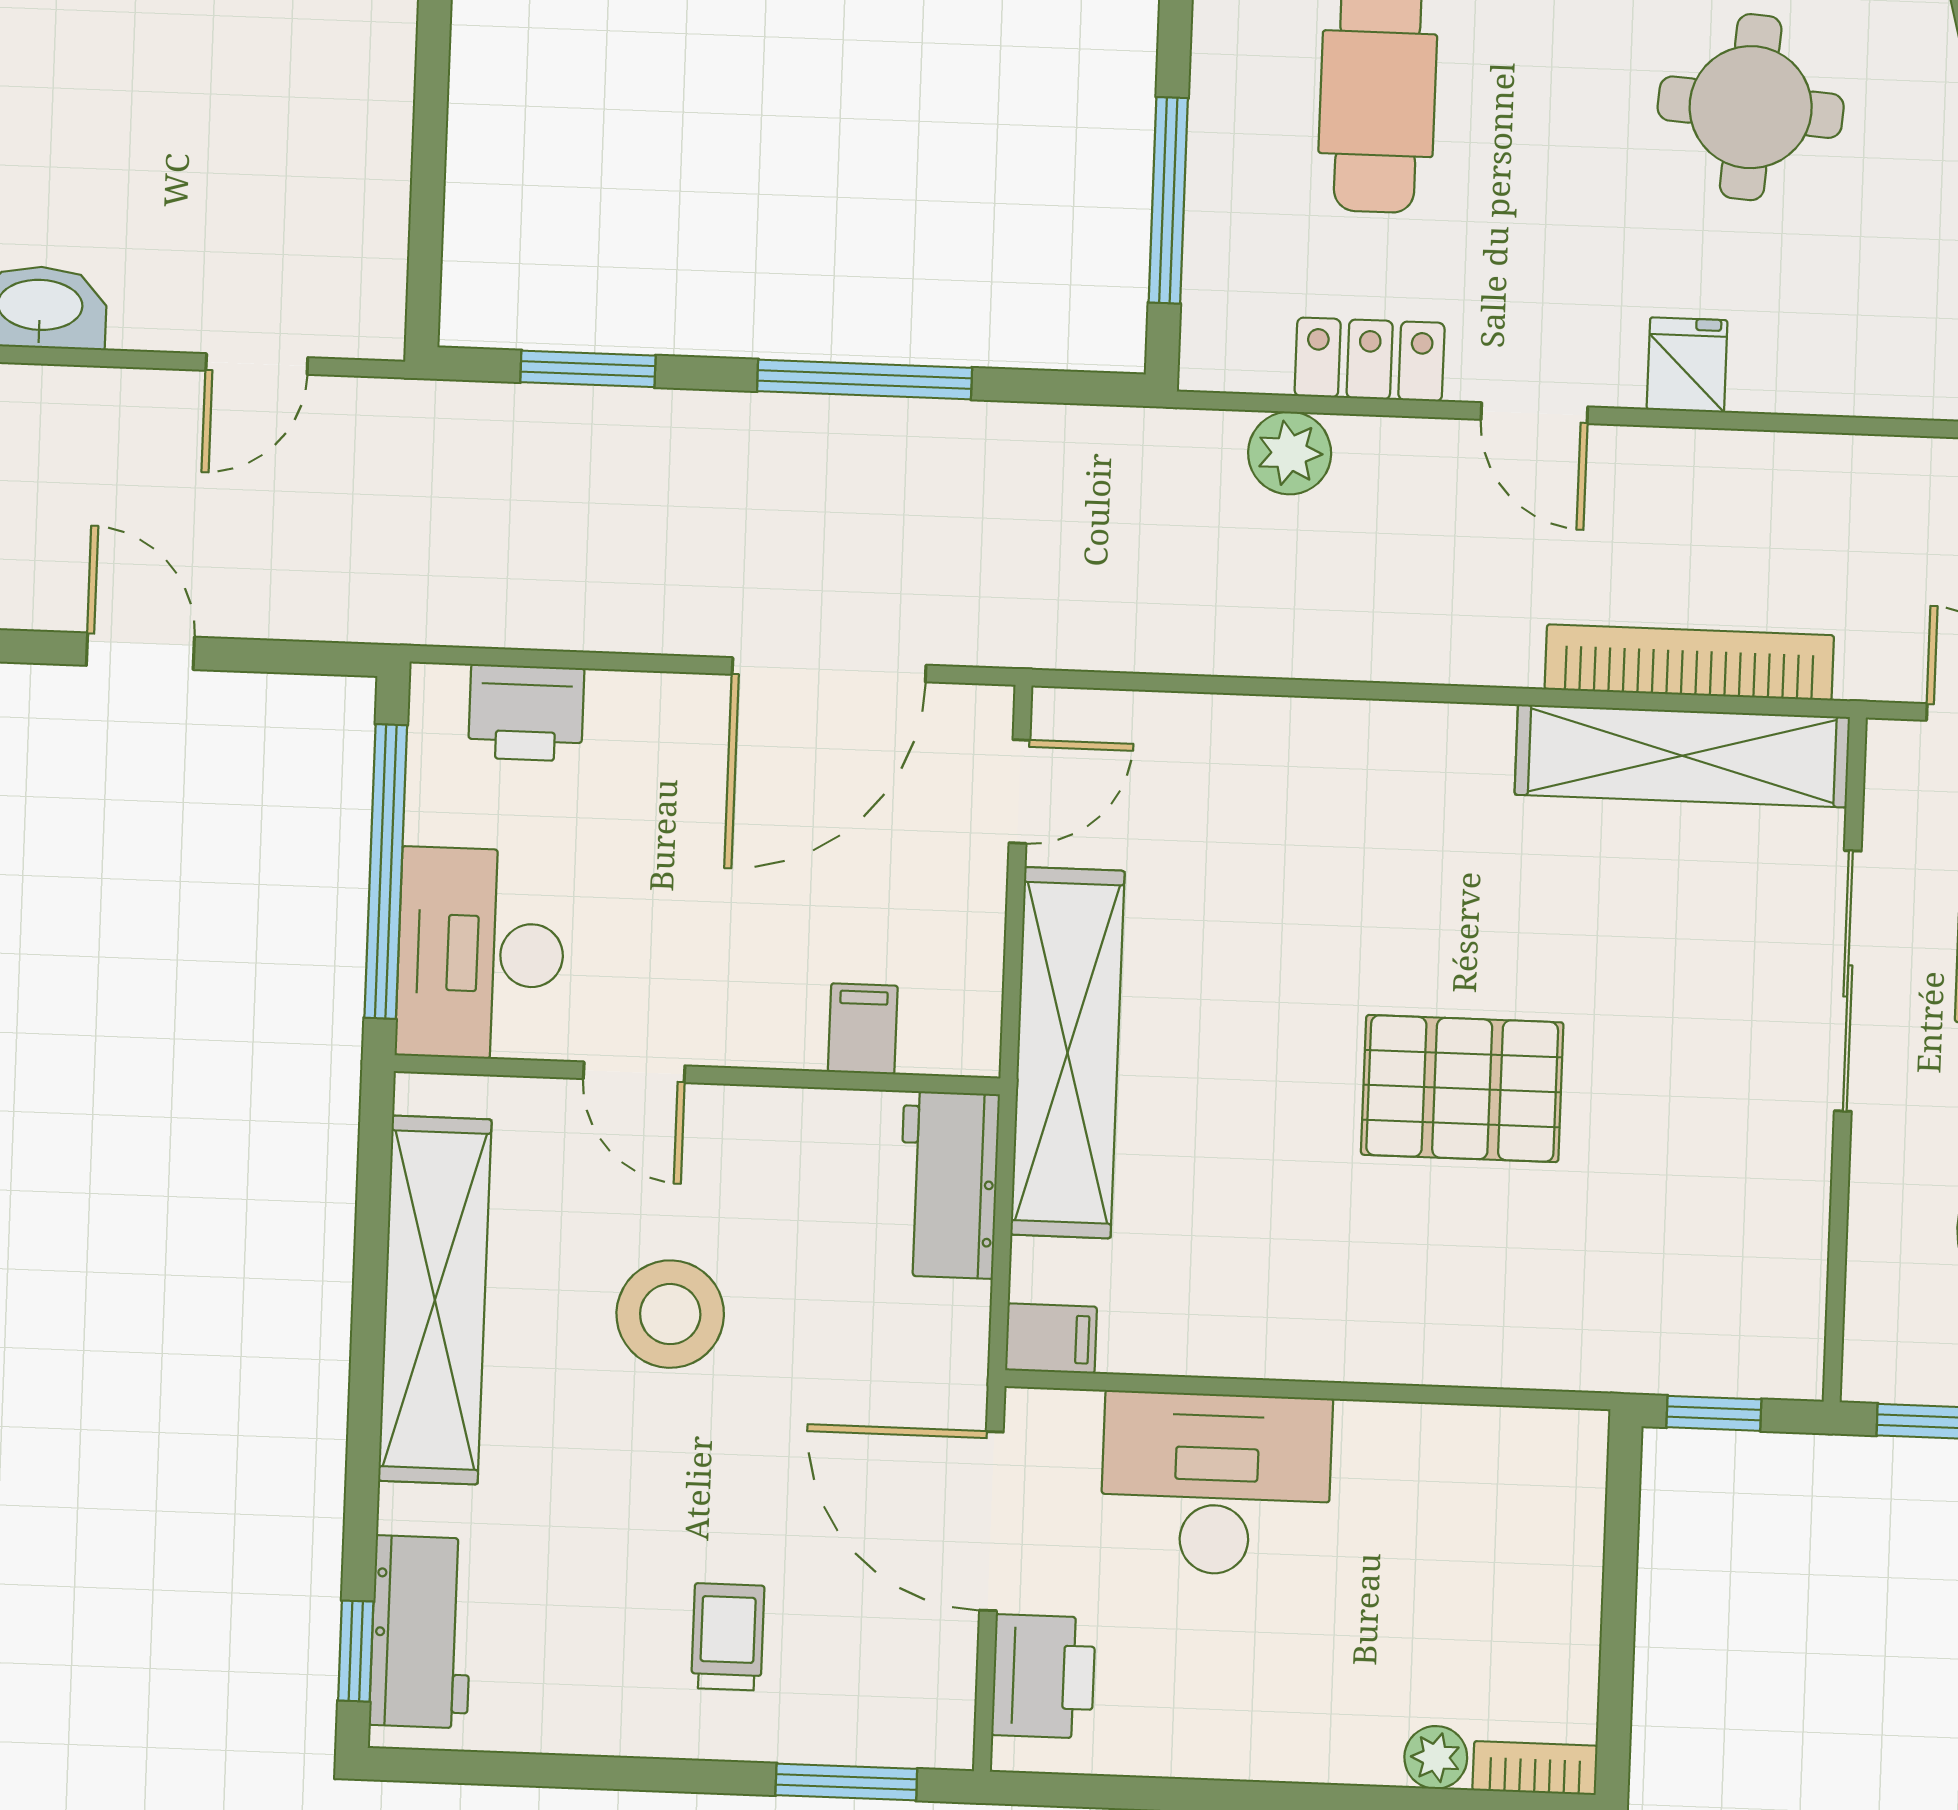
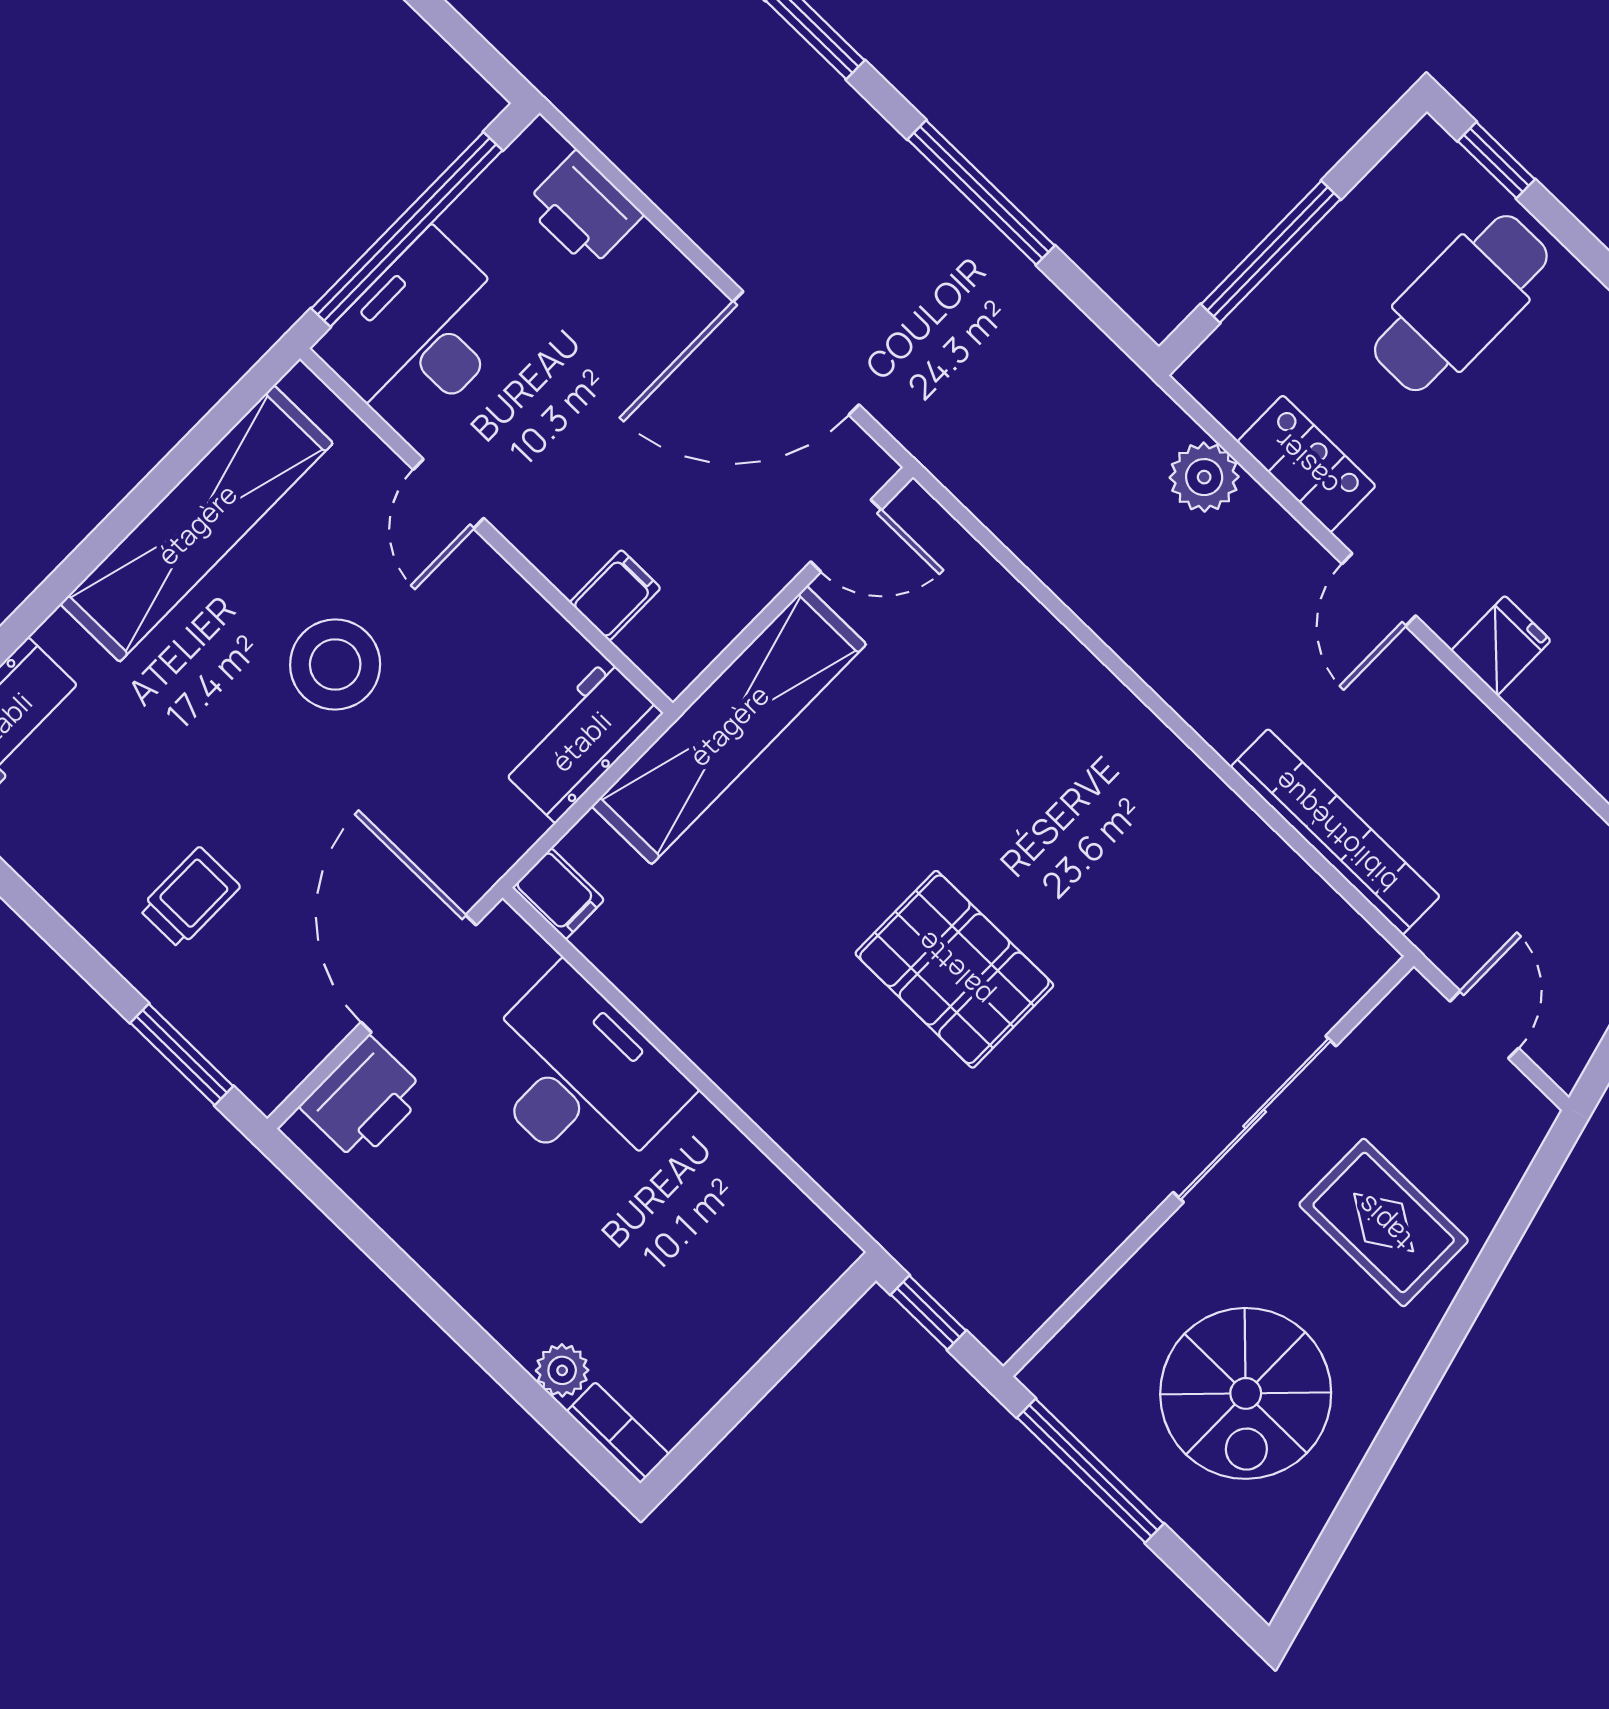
shelving: (1682, 756) -> (1278, 886), removed

